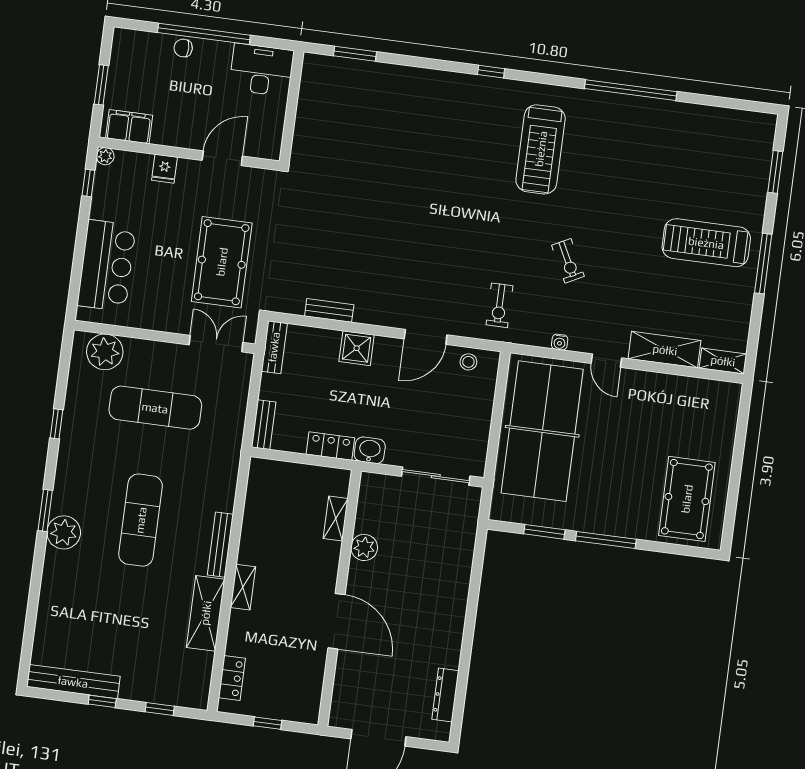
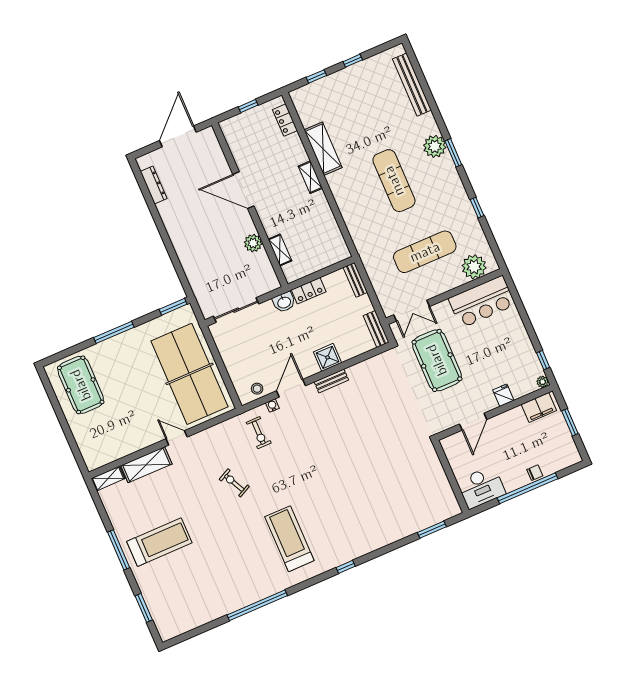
bar counter: (107, 265) -> (482, 302), moved, turned -90
exercise bike: (499, 305) -> (259, 433), turned 180
bench: (329, 310) -> (331, 381), moved
water cooler: (560, 342) -> (272, 406), moved
window: (544, 532) -> (173, 307), moved
bench: (220, 545) -> (339, 194), removed
bench: (73, 682) -> (412, 85), moved, turned 90

